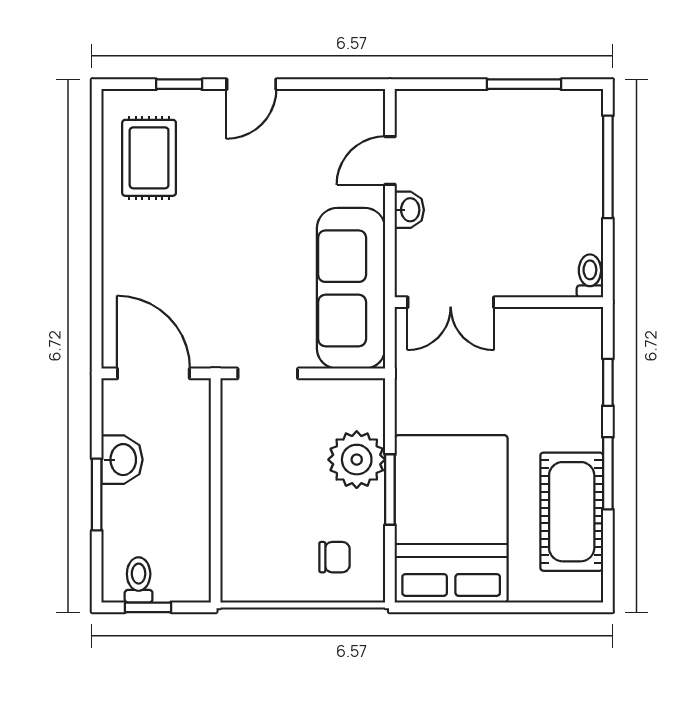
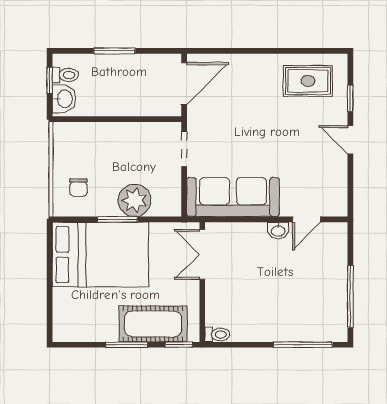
window: (524, 84) -> (350, 297), width x1.44
door: (390, 161) -> (306, 219), swing flipped
toilet: (590, 276) -> (217, 334), moved
double door: (451, 302) -> (202, 254), moved
wall: (499, 302) -> (202, 282), moved
washbasin: (122, 460) -> (64, 99), moved, turned -90
cot: (572, 512) -> (153, 324), moved

